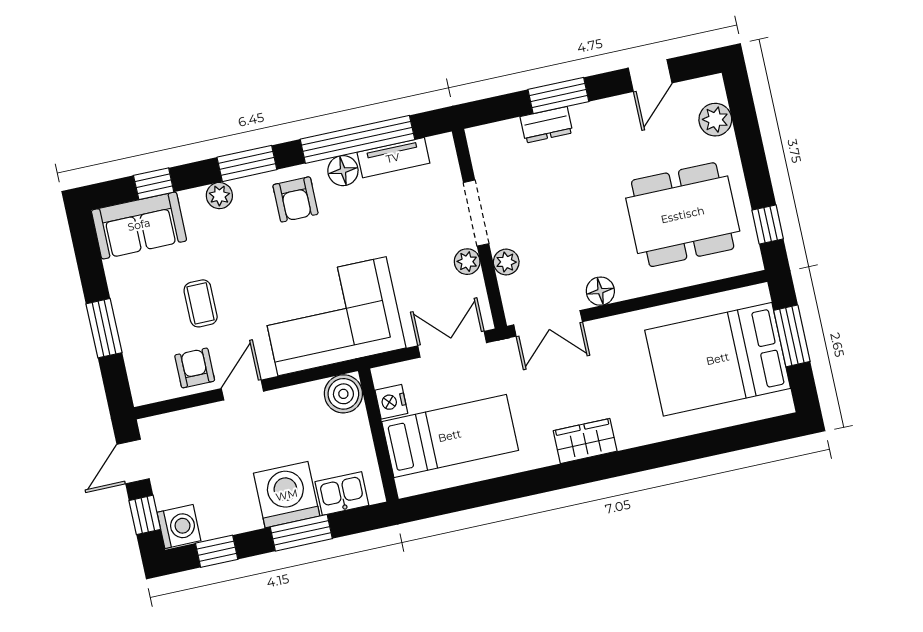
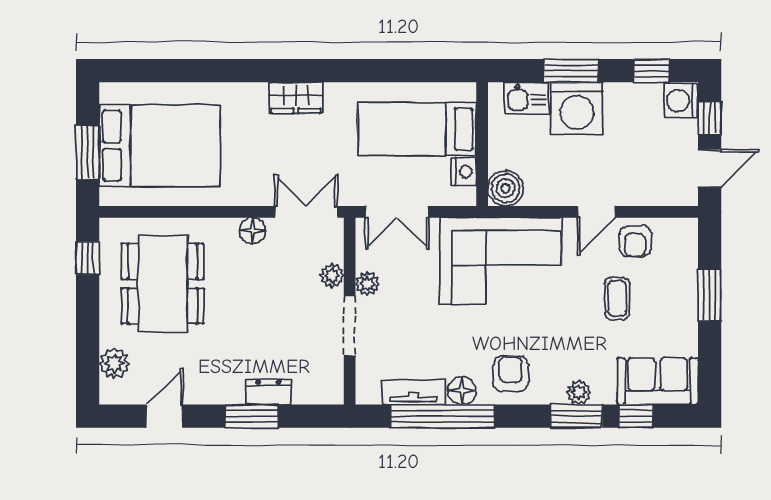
window: (247, 163) -> (576, 416), moved
dining table: (683, 215) -> (163, 284), turned 90

